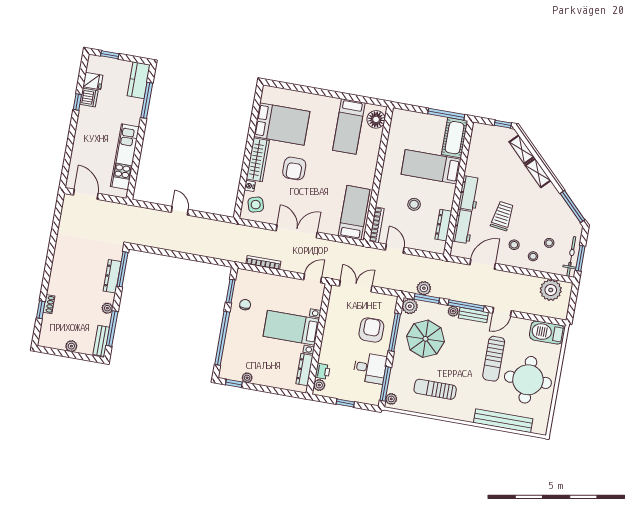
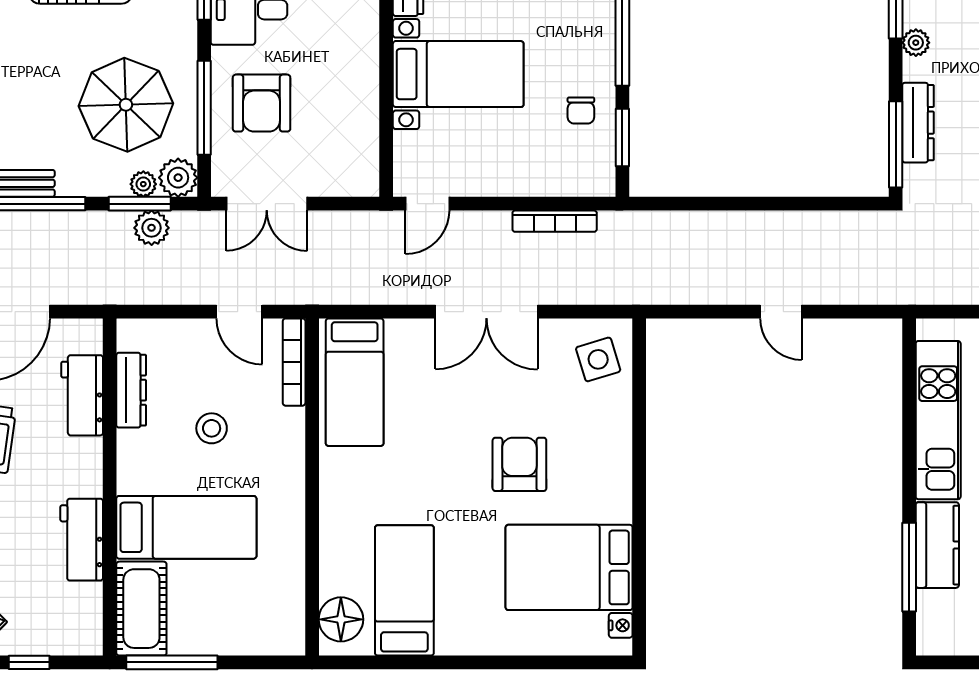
kitchen counter: (139, 80) -> (937, 545), moved
wardrobe: (258, 160) -> (612, 470), removed
nightstand: (250, 186) -> (621, 625), moved
workbench: (469, 193) -> (82, 540), moved
double door: (356, 286) -> (267, 204), moved
plant: (453, 311) -> (143, 184), moved

